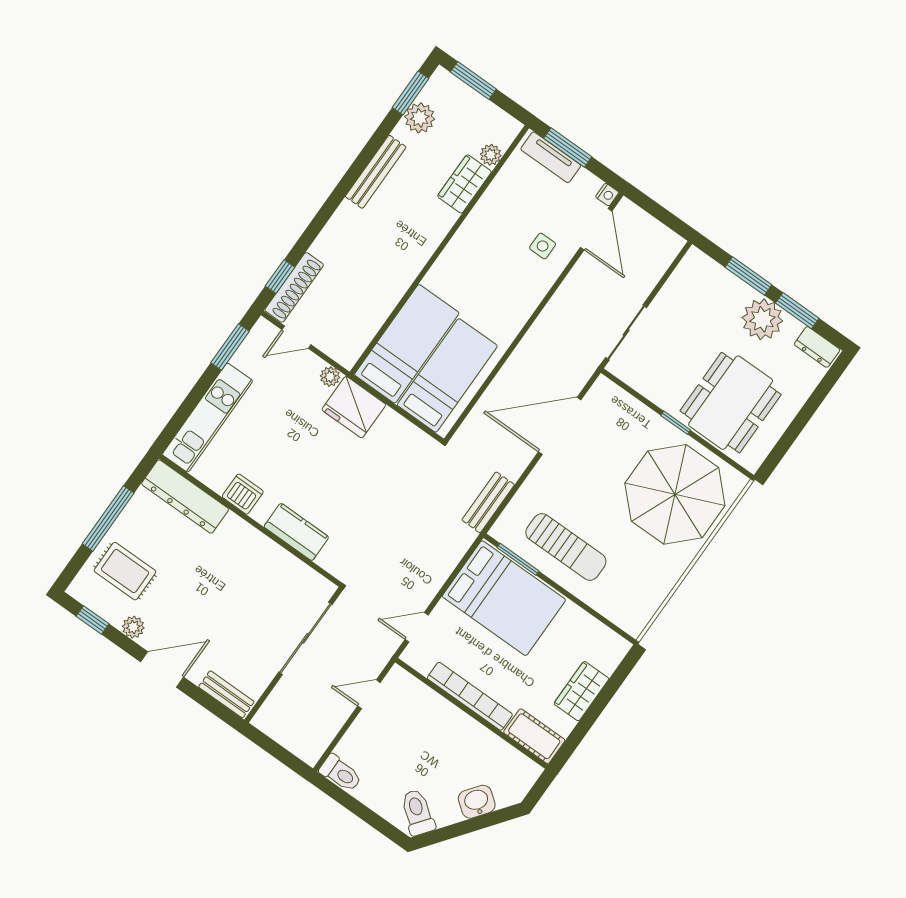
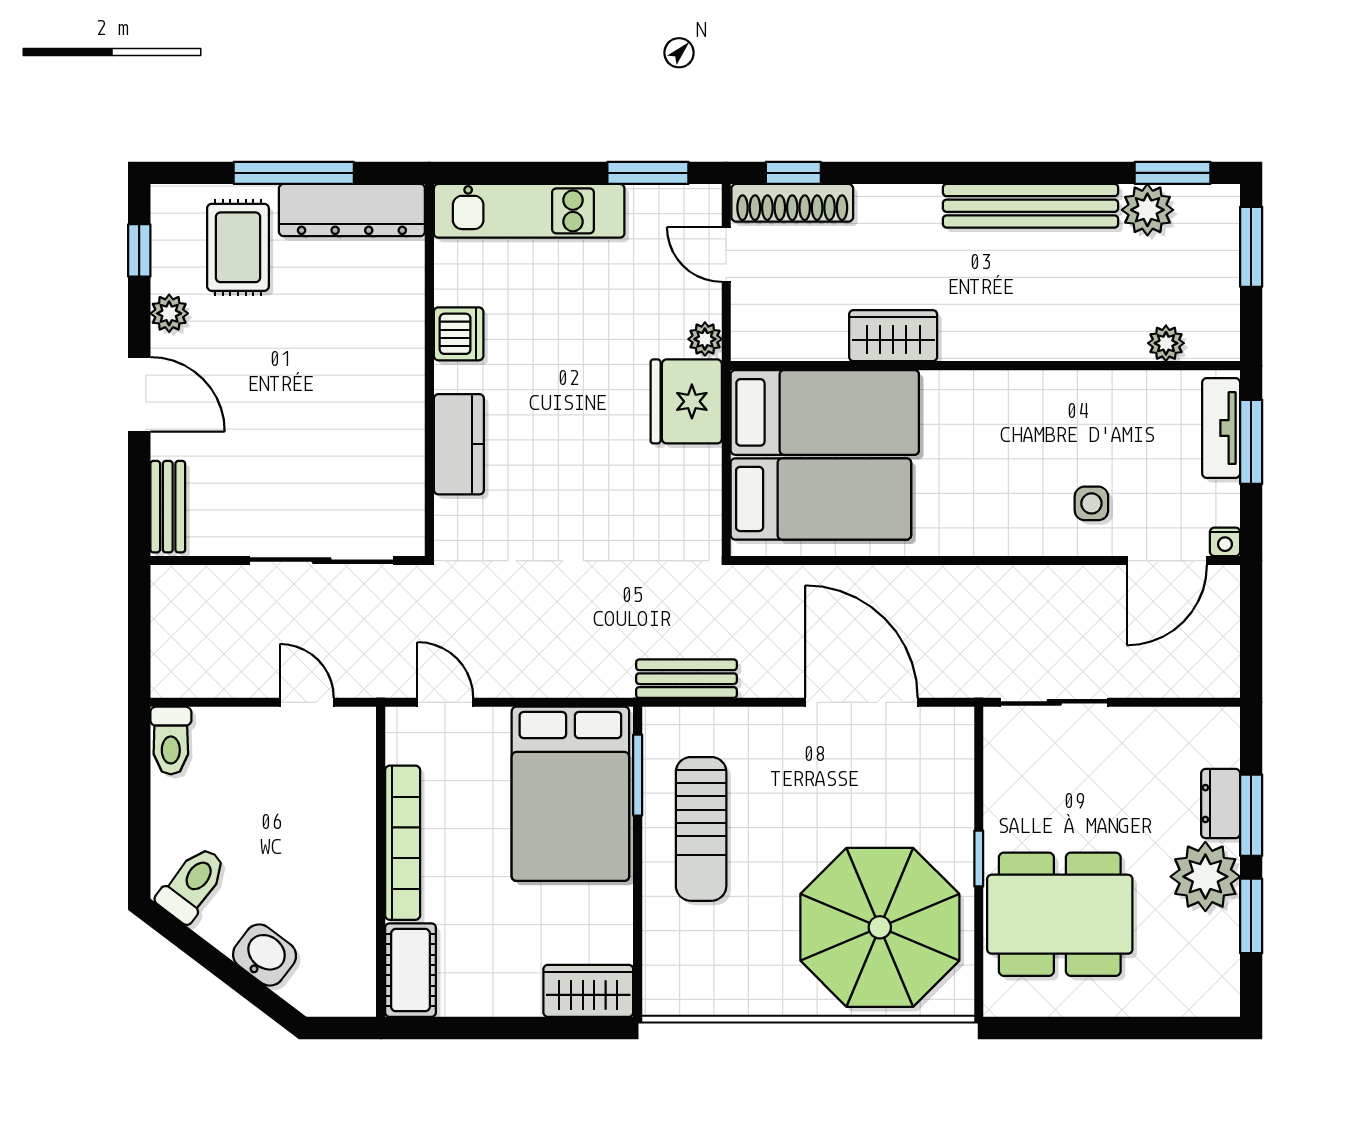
bench: (376, 172) -> (1031, 206), width x1.37, depth x1.21
wardrobe: (464, 184) -> (893, 336), moved
dresser: (817, 347) -> (1221, 804), moved
dresser: (185, 497) -> (352, 210), moved, turned -90
wardrobe: (581, 691) -> (588, 991), moved

